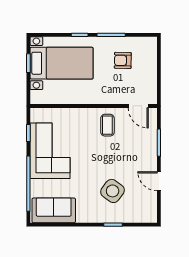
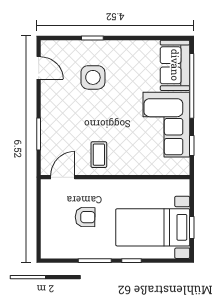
armchair: (123, 60) -> (85, 217), moved
door: (138, 106) -> (63, 177), hinge flipped
door: (159, 181) -> (39, 68), moved
side table: (113, 191) -> (93, 77), turned -36
sofa: (54, 210) -> (175, 65), moved, turned 90

